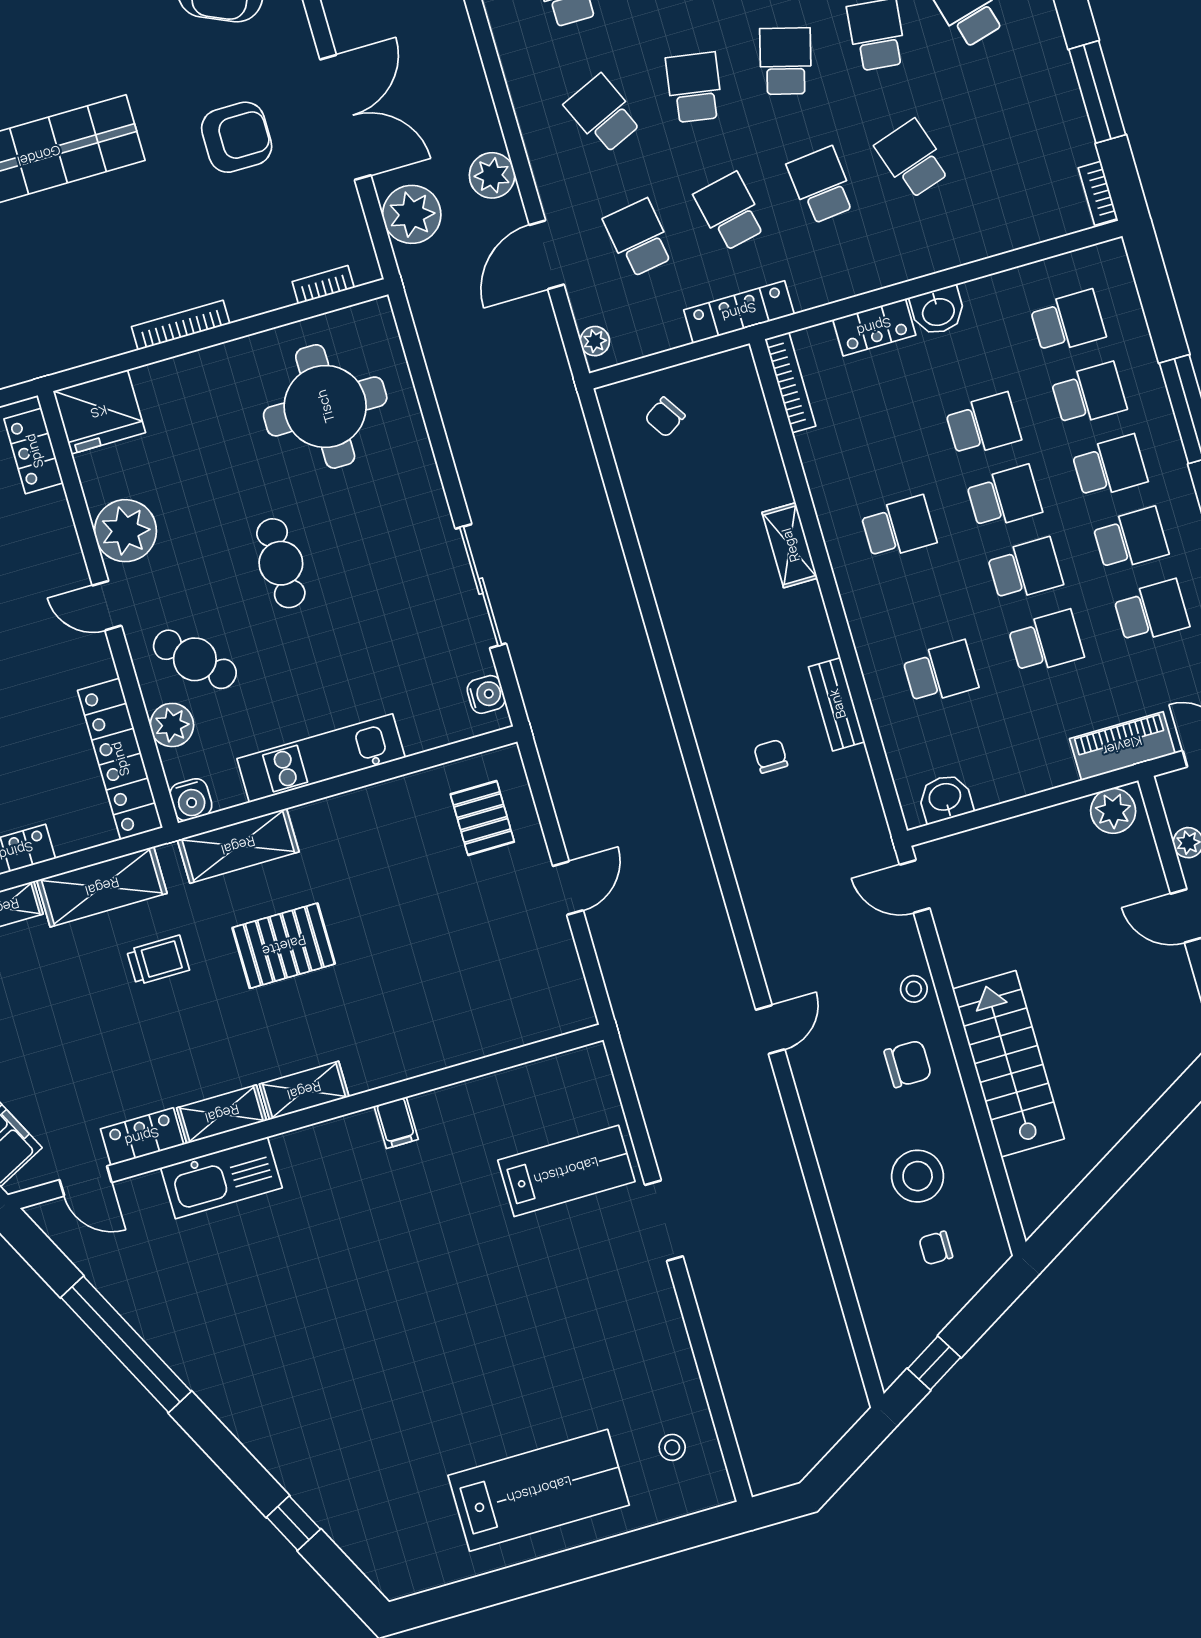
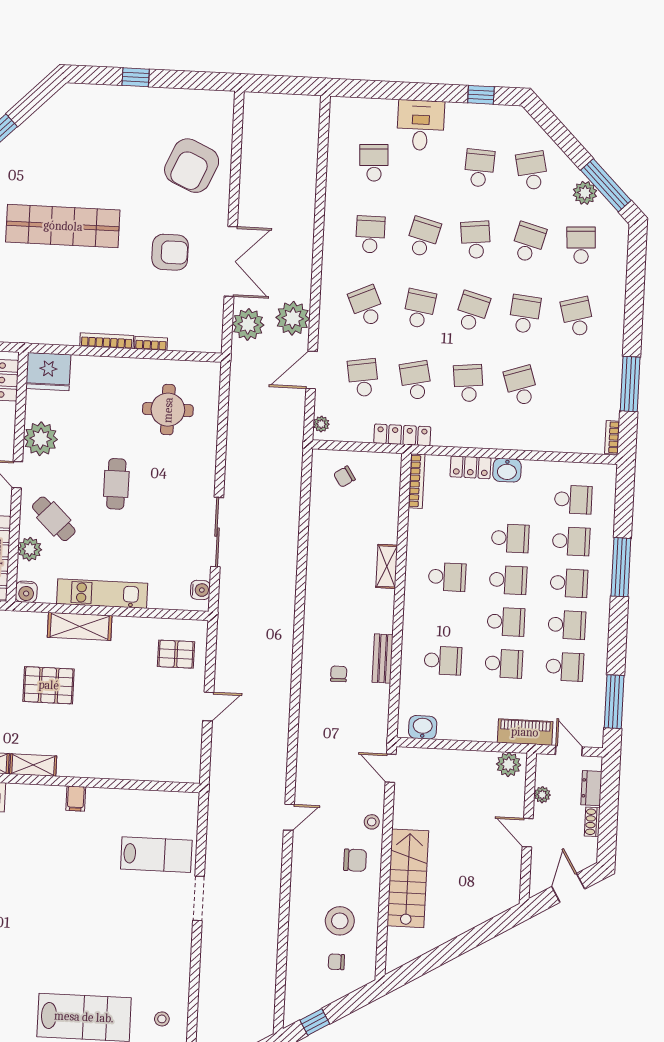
plant: (492, 175) -> (293, 318), width x1.36, depth x1.36
bookcase: (323, 285) -> (151, 343), moved
round table: (325, 406) -> (168, 410), width x0.73, depth x0.73
pallet: (482, 818) -> (176, 654), turned 90
shelving: (238, 846) -> (80, 626), moved

